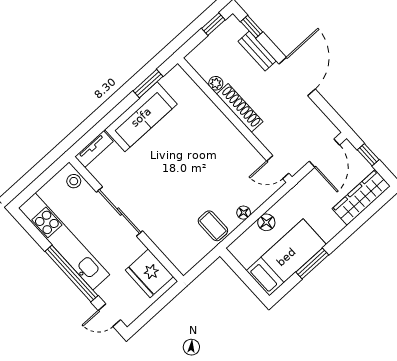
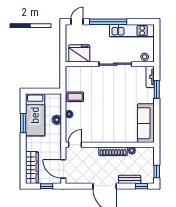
window: (148, 84) -> (157, 89), moved
sofa: (141, 117) -> (146, 123), moved
kitchen unit: (64, 241) -> (132, 31), width x0.73

